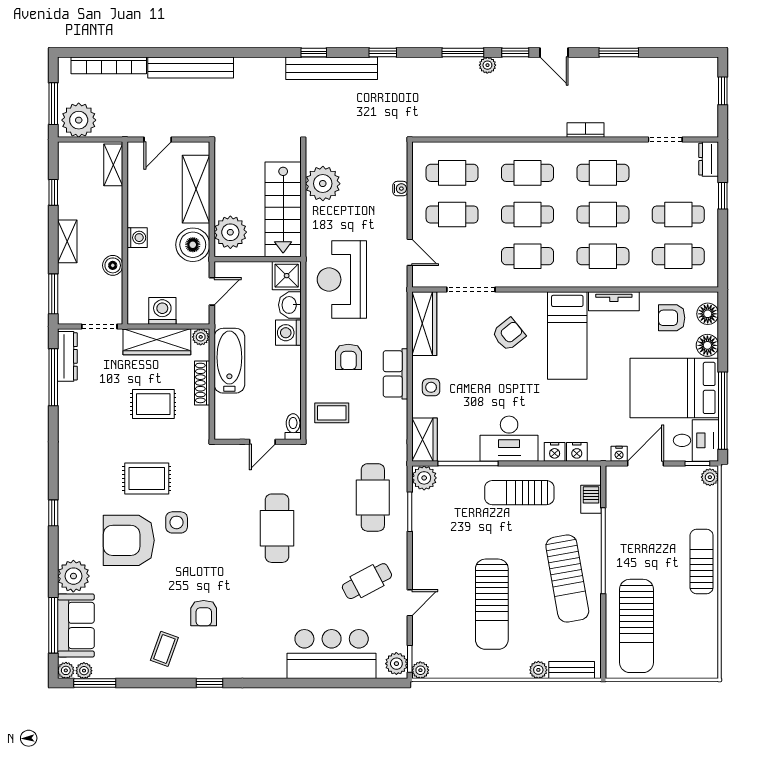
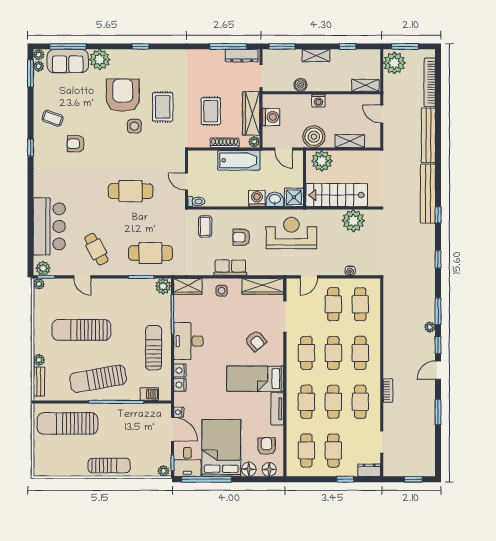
bench: (332, 68) -> (428, 194), moved
shelving: (196, 189) -> (350, 141), width x0.67, depth x0.75

